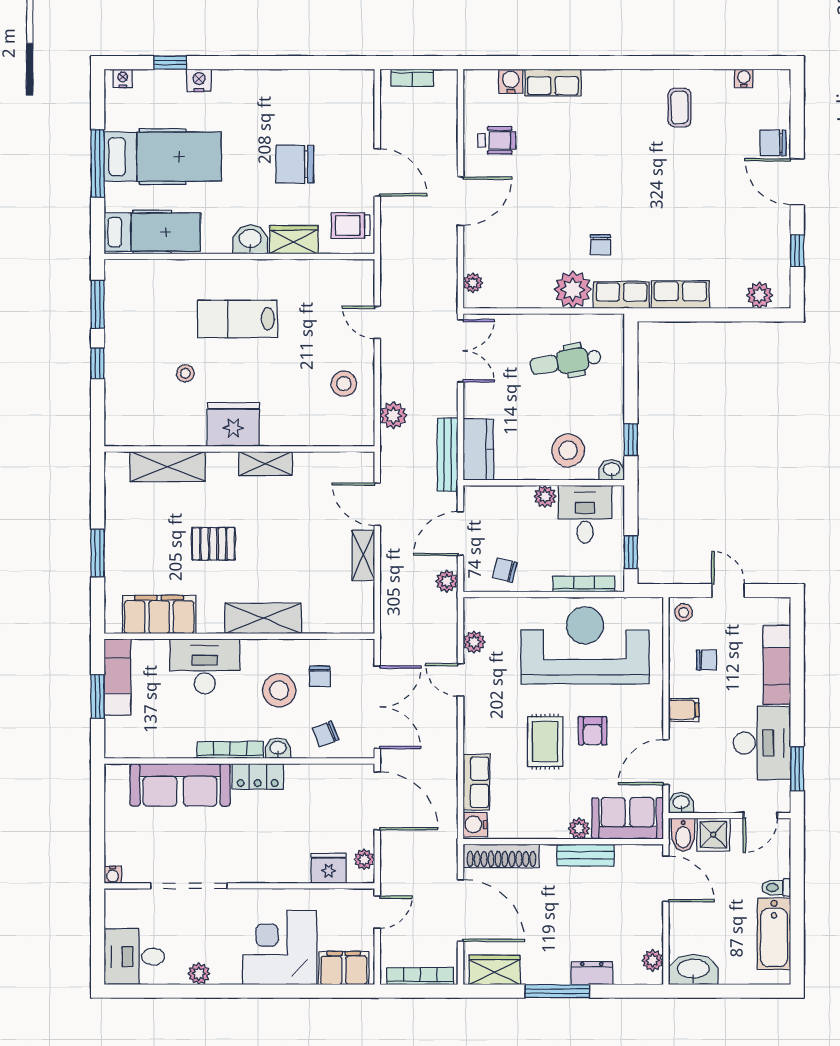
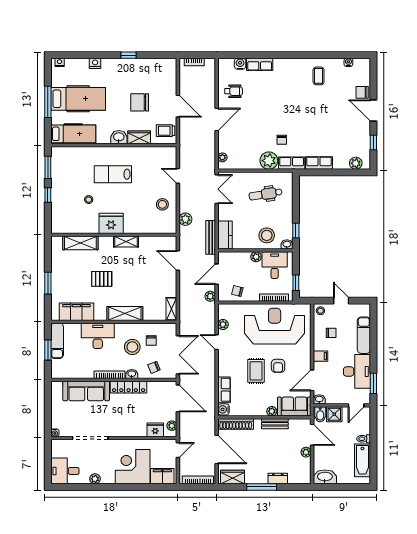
window: (170, 63) -> (128, 55), moved
shelving: (363, 555) -> (171, 309), moved
locker: (258, 777) -> (129, 387), width x1.53
plant: (653, 960) -> (306, 452), moved

